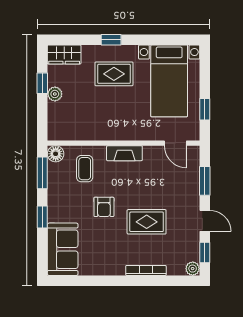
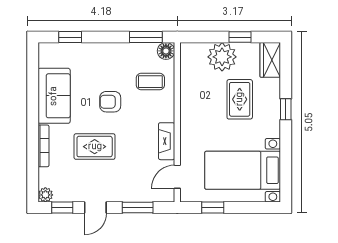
rug: (114, 74) -> (240, 99), moved
plant: (55, 94) -> (222, 57), width x1.88, depth x1.88
fireplace: (124, 153) -> (167, 141), moved
window: (42, 217) -> (70, 37), moved
rug: (147, 222) -> (95, 147), turned 90
sofa: (63, 249) -> (54, 96), moved, turned -90

